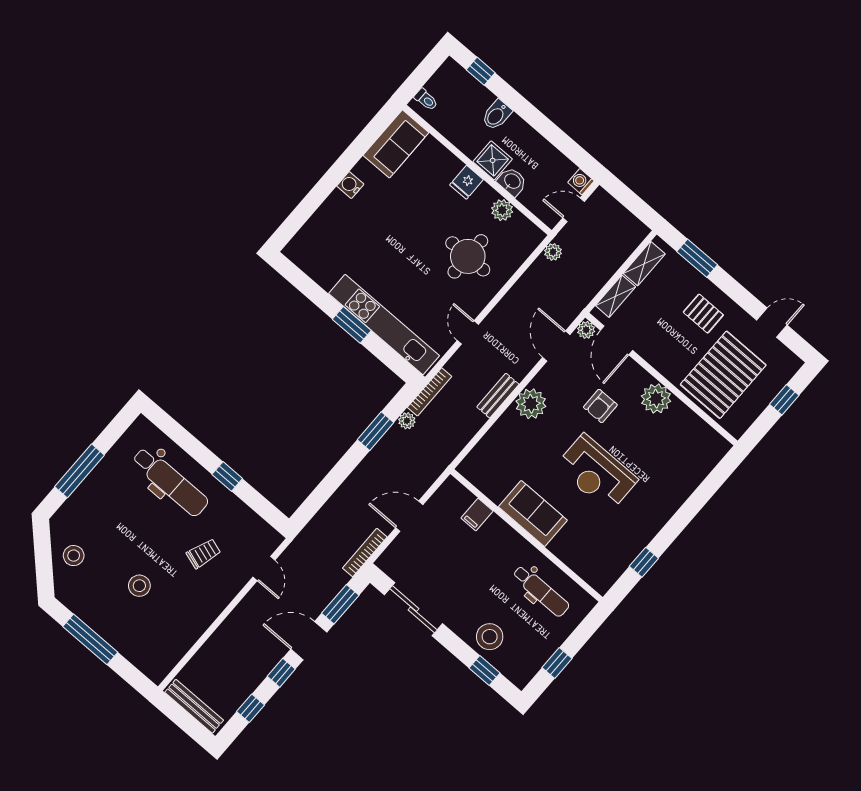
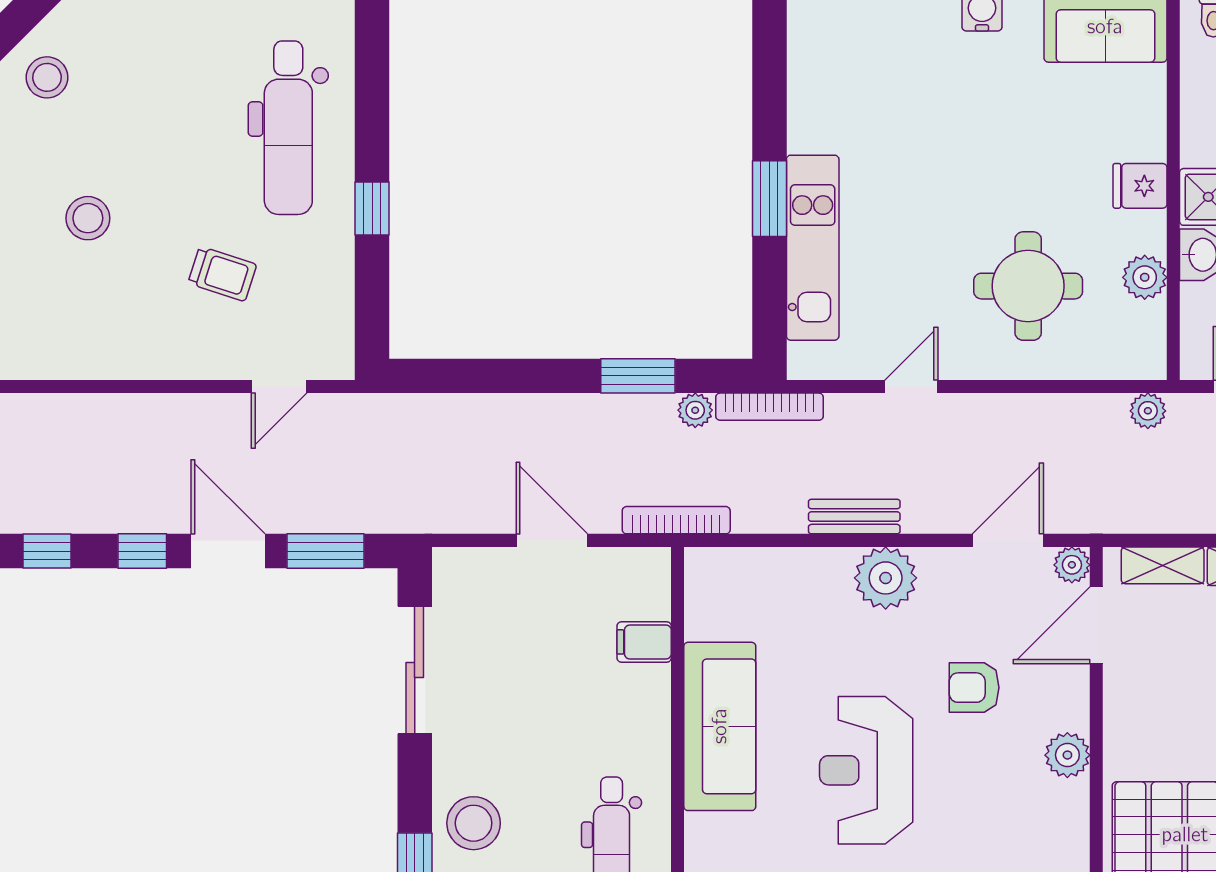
kitchen unit: (384, 325) -> (813, 248), width x0.73
plant: (656, 399) -> (1067, 755), width x0.73, depth x0.73
sofa: (533, 514) -> (720, 726), width x1.36
bookcase: (365, 553) -> (676, 520), moved

